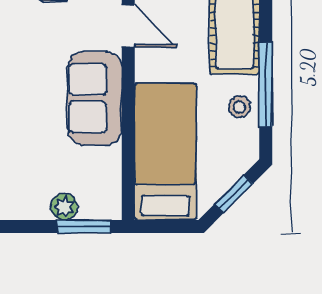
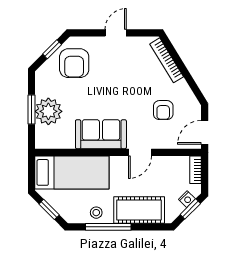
plant: (64, 207) -> (48, 111), width x1.88, depth x1.88
window: (84, 226) -> (31, 110), moved

